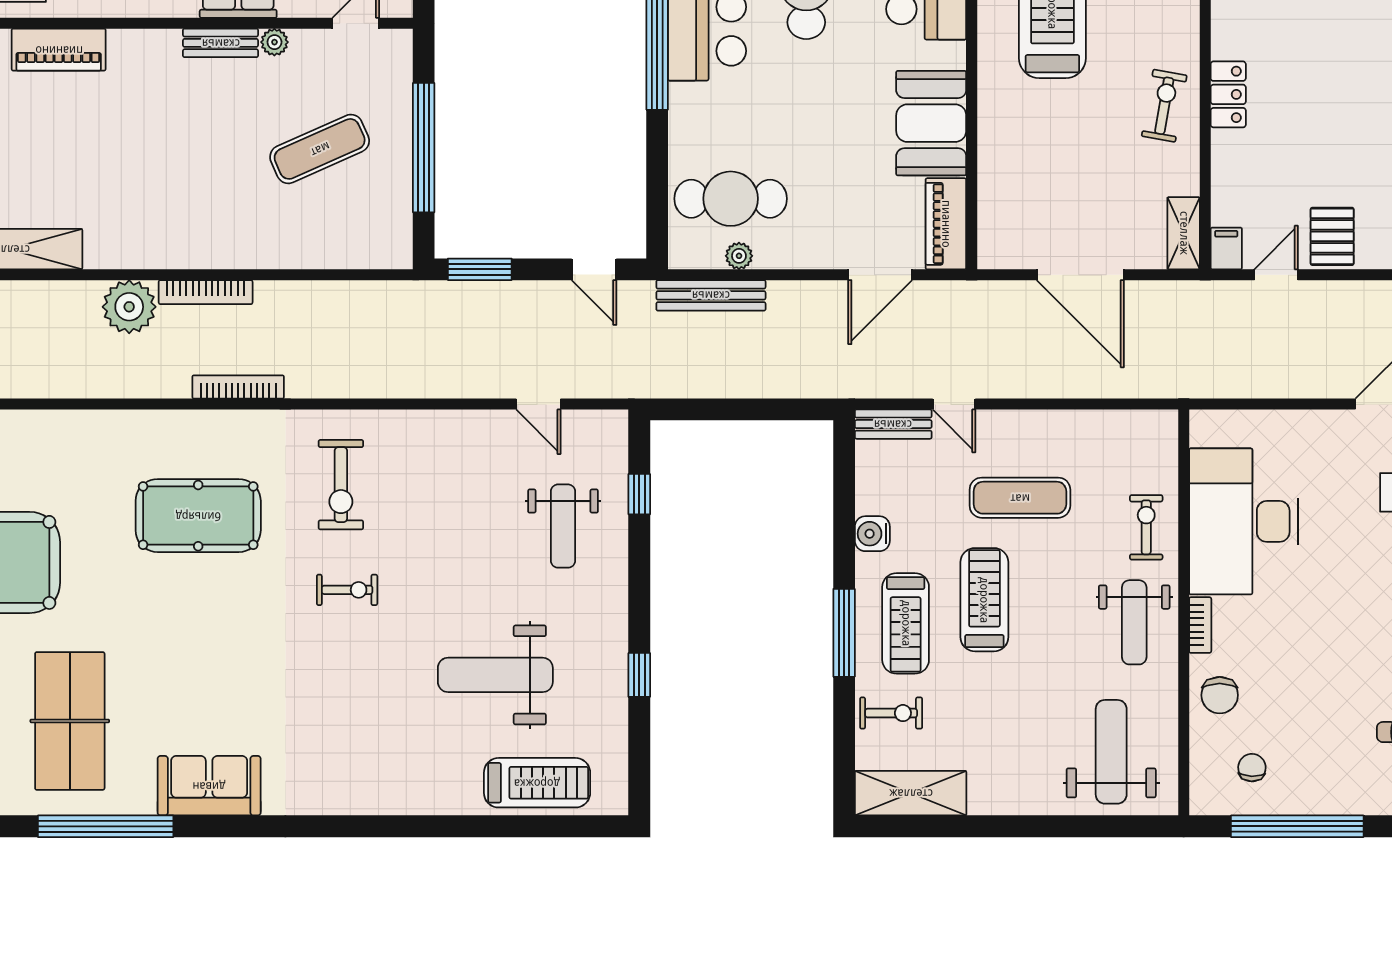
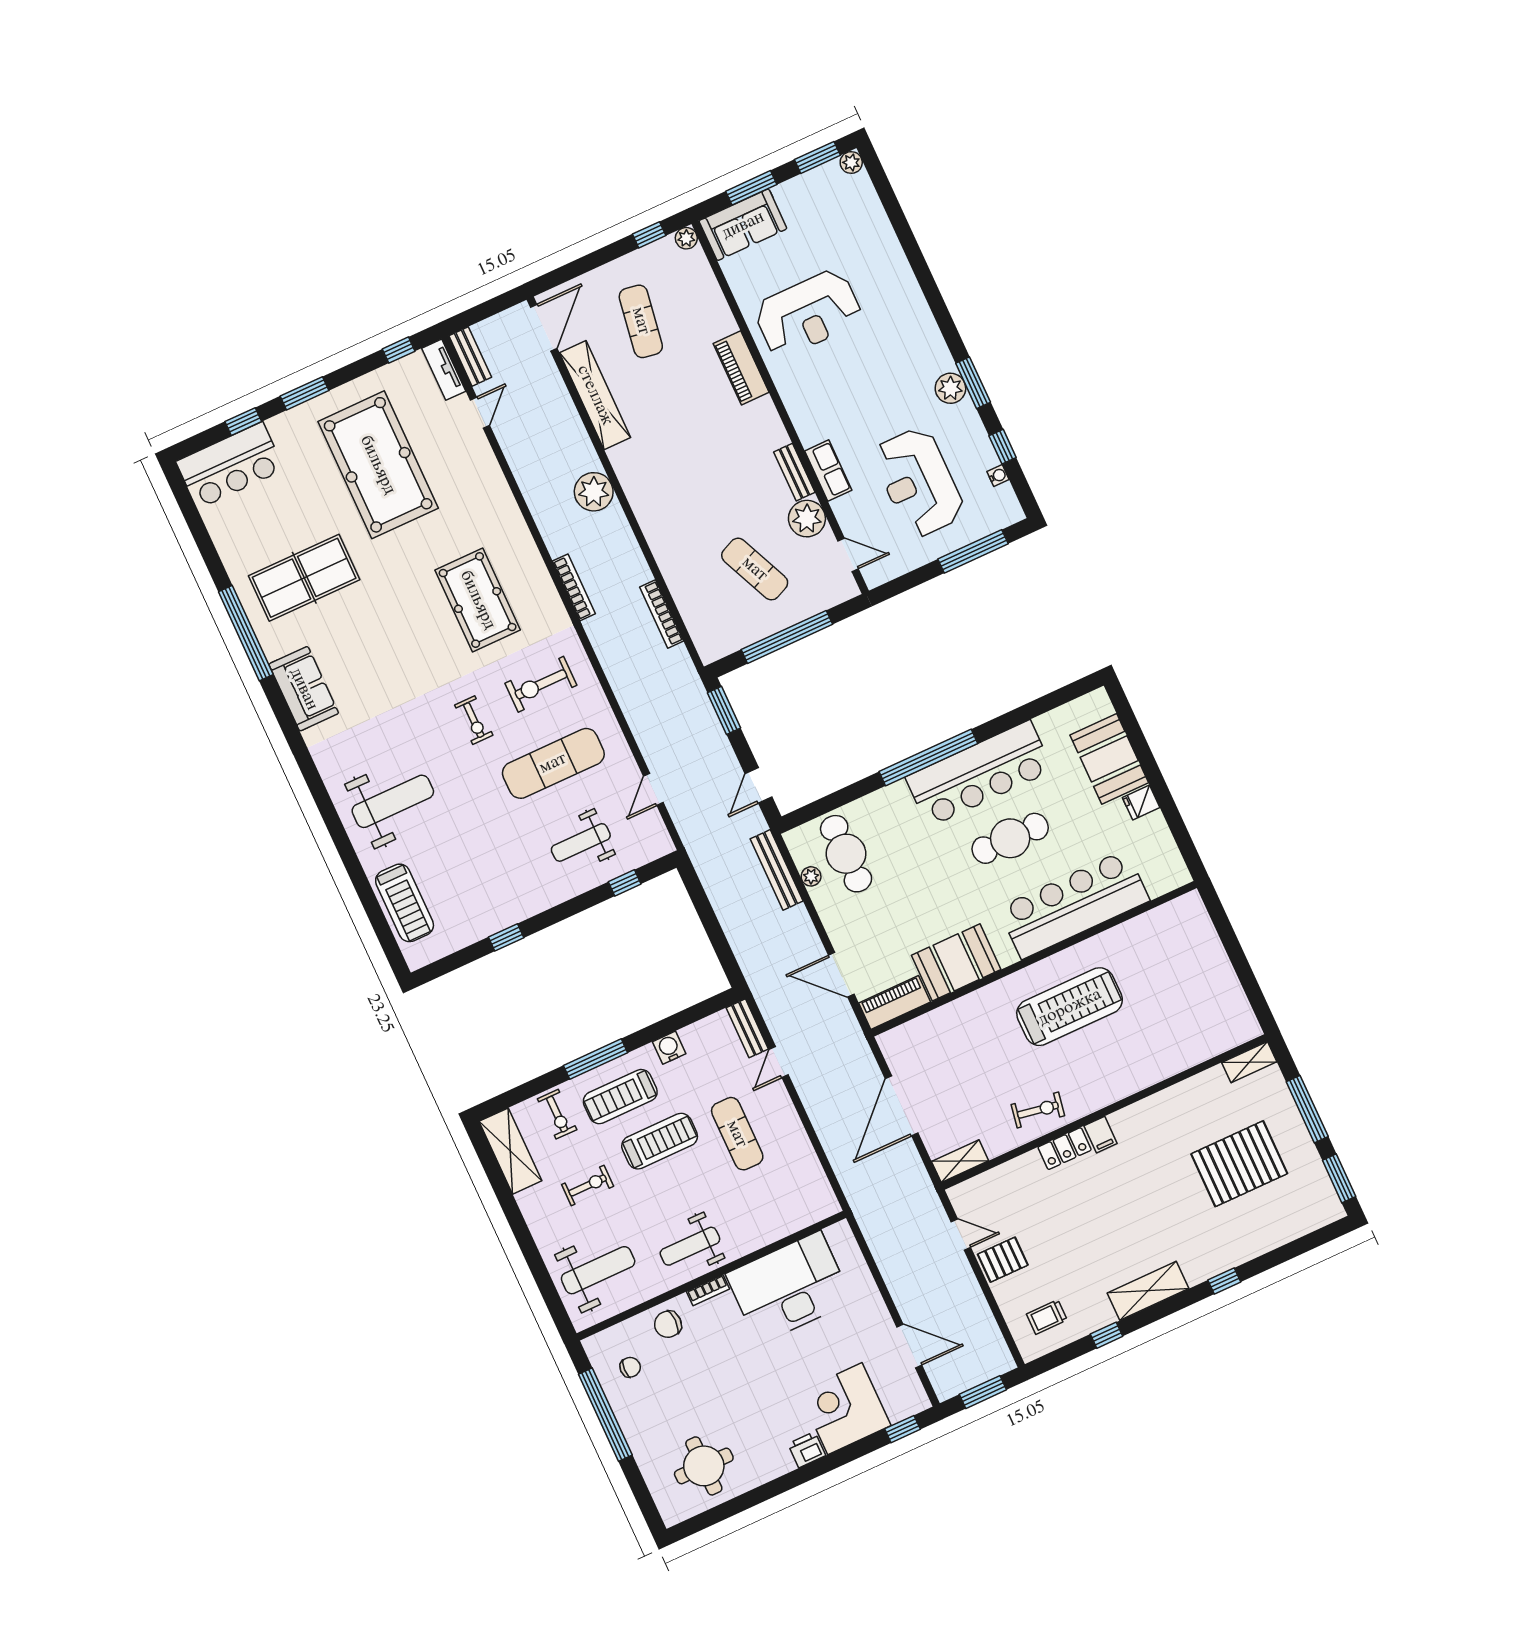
plant: (274, 42) -> (807, 519), width x1.88, depth x1.88
filing cabinet: (1226, 248) -> (1101, 1135), moved, turned 90
bookcase: (206, 292) -> (662, 614), moved
exercise mat: (448, 515) -> (553, 763), added
exercise bike: (1146, 527) -> (588, 1185), moved
weight bench: (495, 675) -> (393, 801), moved, turned 90

